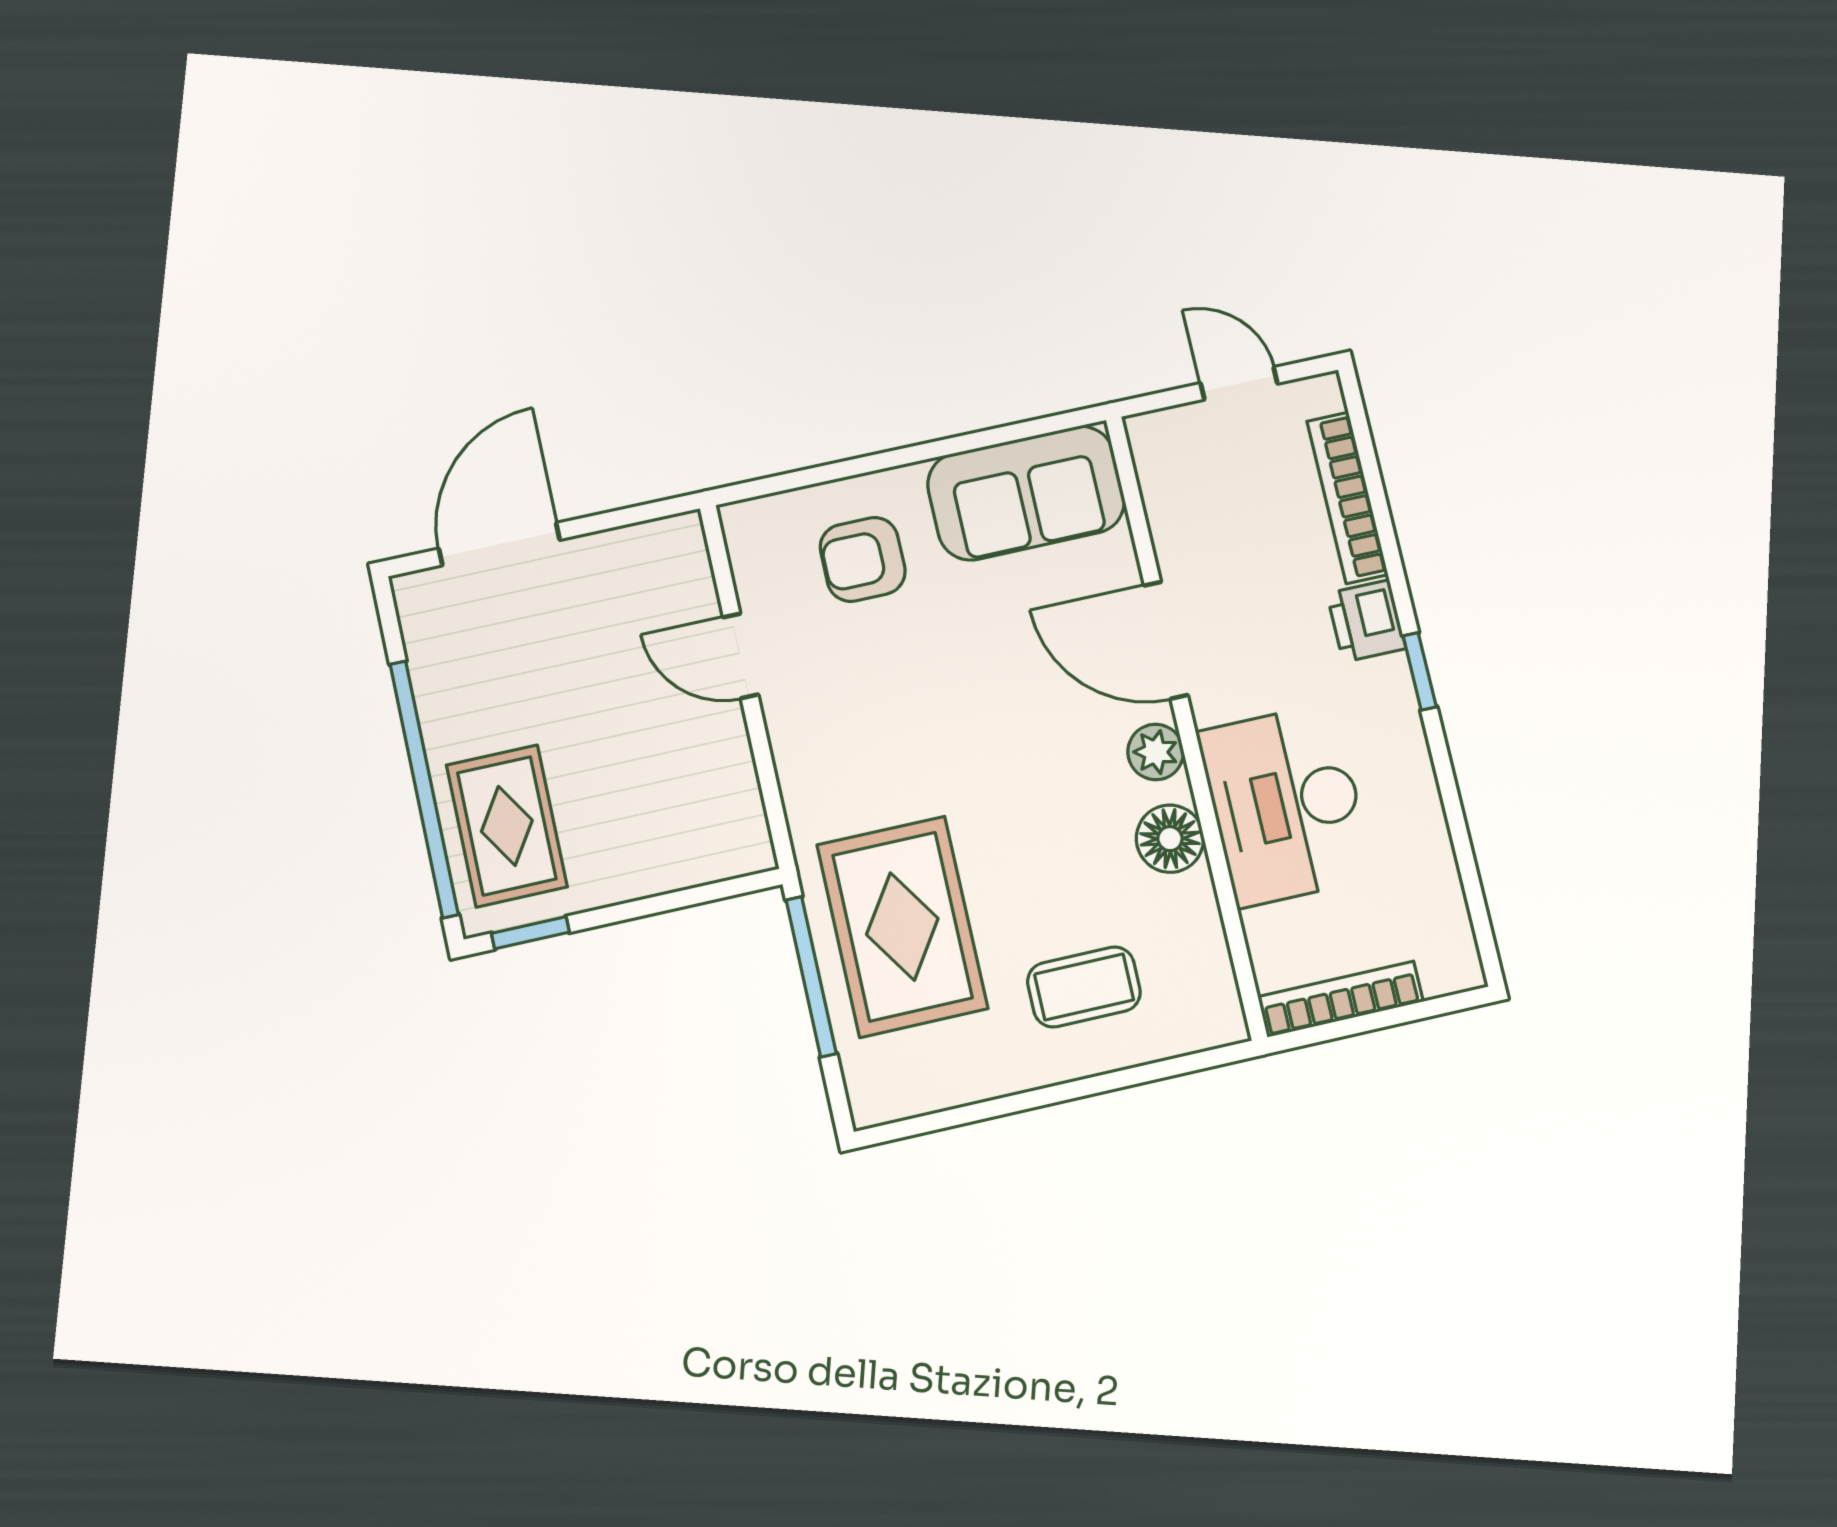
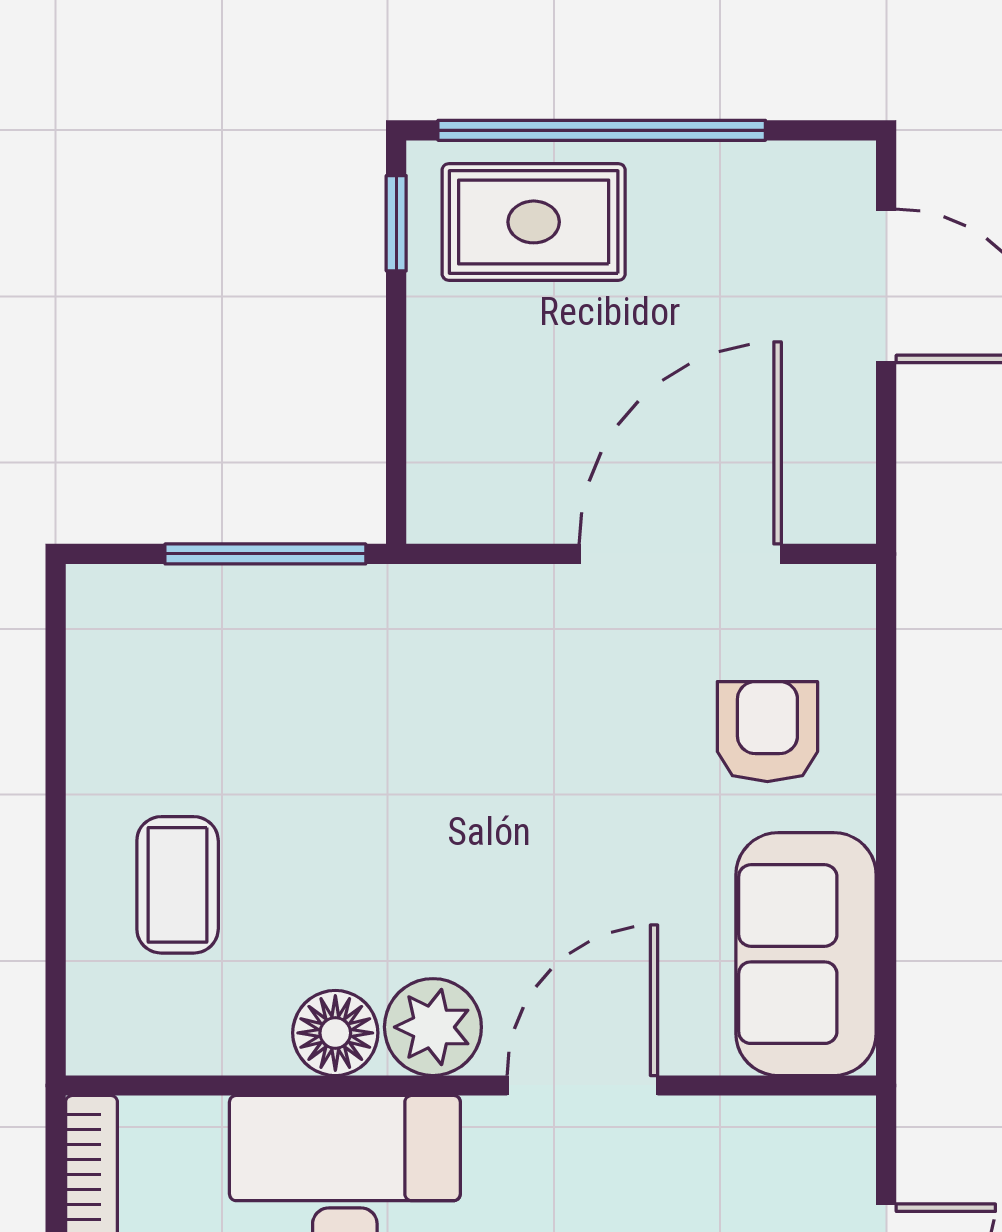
door: (741, 656) -> (680, 554), width x1.87
plant: (1156, 752) -> (433, 1027), width x1.38, depth x1.38
rug: (902, 927) -> (301, 679), removed

